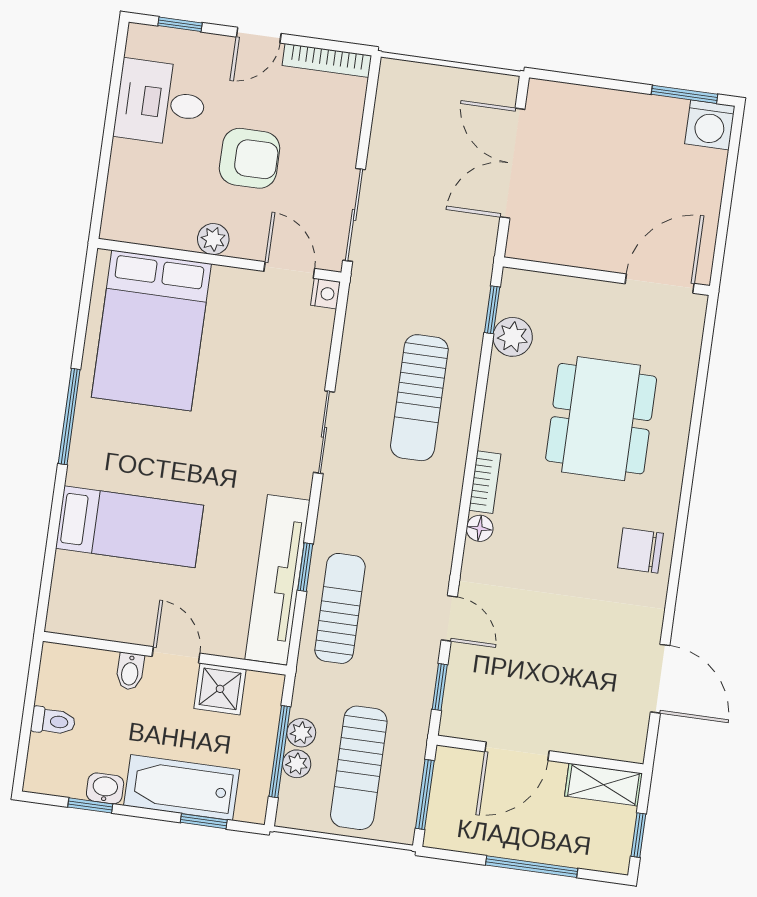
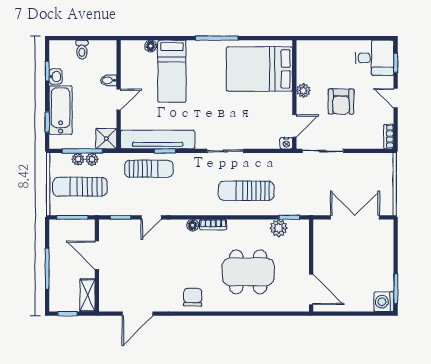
bookcase: (327, 60) -> (389, 137), width x0.64
desk: (161, 103) -> (375, 58), moved, turned 90
floor lamp: (66, 566) -> (151, 46), added
shower: (220, 689) -> (106, 139), moved

